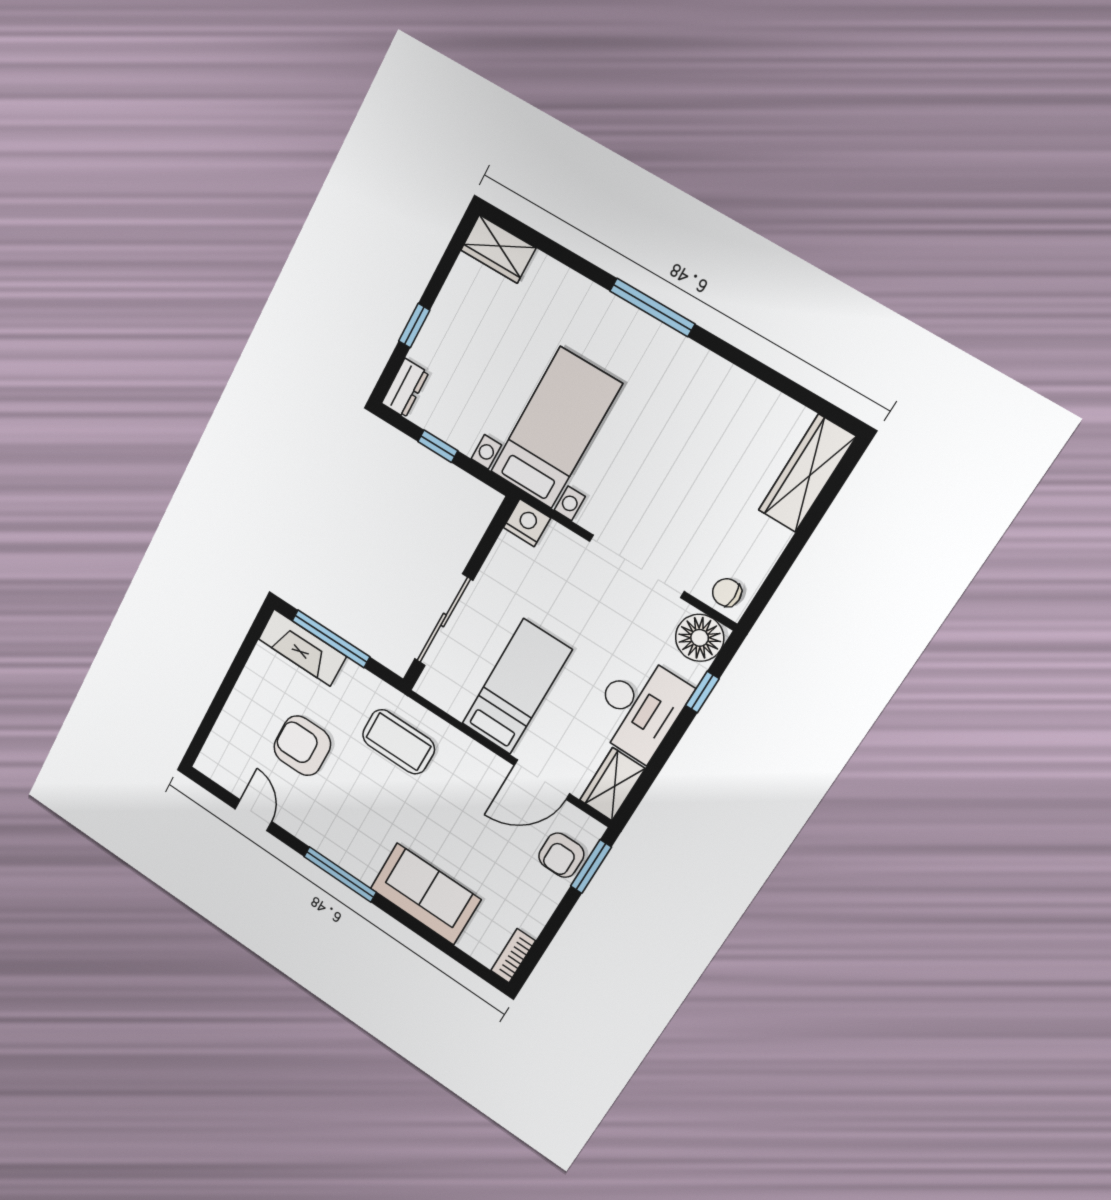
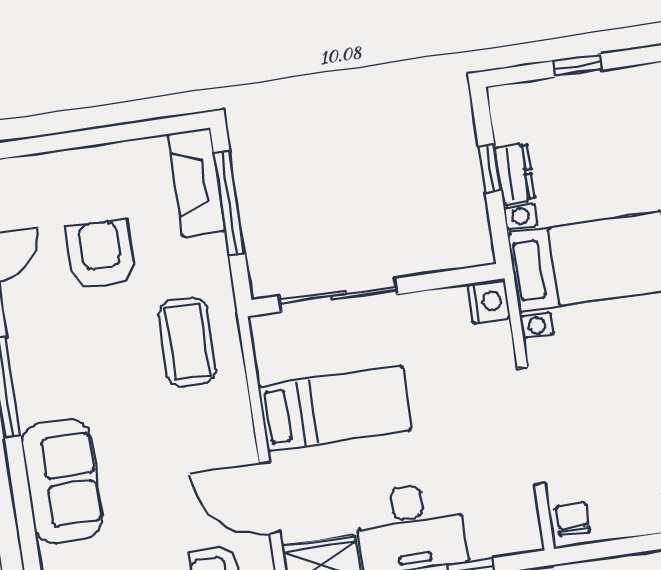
dresser: (405, 388) -> (515, 173), moved, turned -90
floor lamp: (700, 638) -> (515, 529), removed

